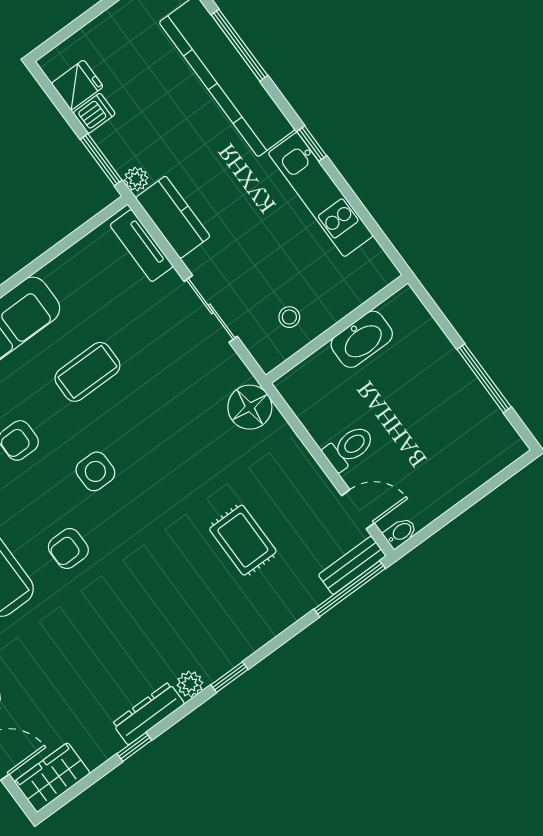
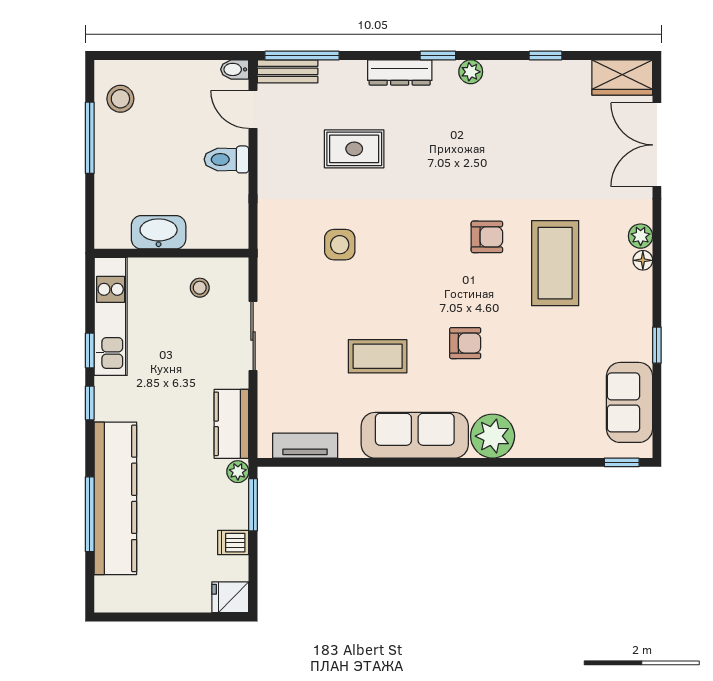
fridge: (77, 85) -> (230, 597), moved
window: (346, 190) -> (90, 350), added
kitchen unit: (321, 194) -> (111, 316), moved
tv unit: (142, 246) -> (305, 446), moved, turned -90
floor lamp: (250, 407) -> (277, 243), removed
stool: (482, 433) -> (120, 99), added
side table: (95, 471) -> (340, 245), moved
rug: (243, 540) -> (354, 149), turned 90
dresser: (148, 714) -> (400, 72), moved

